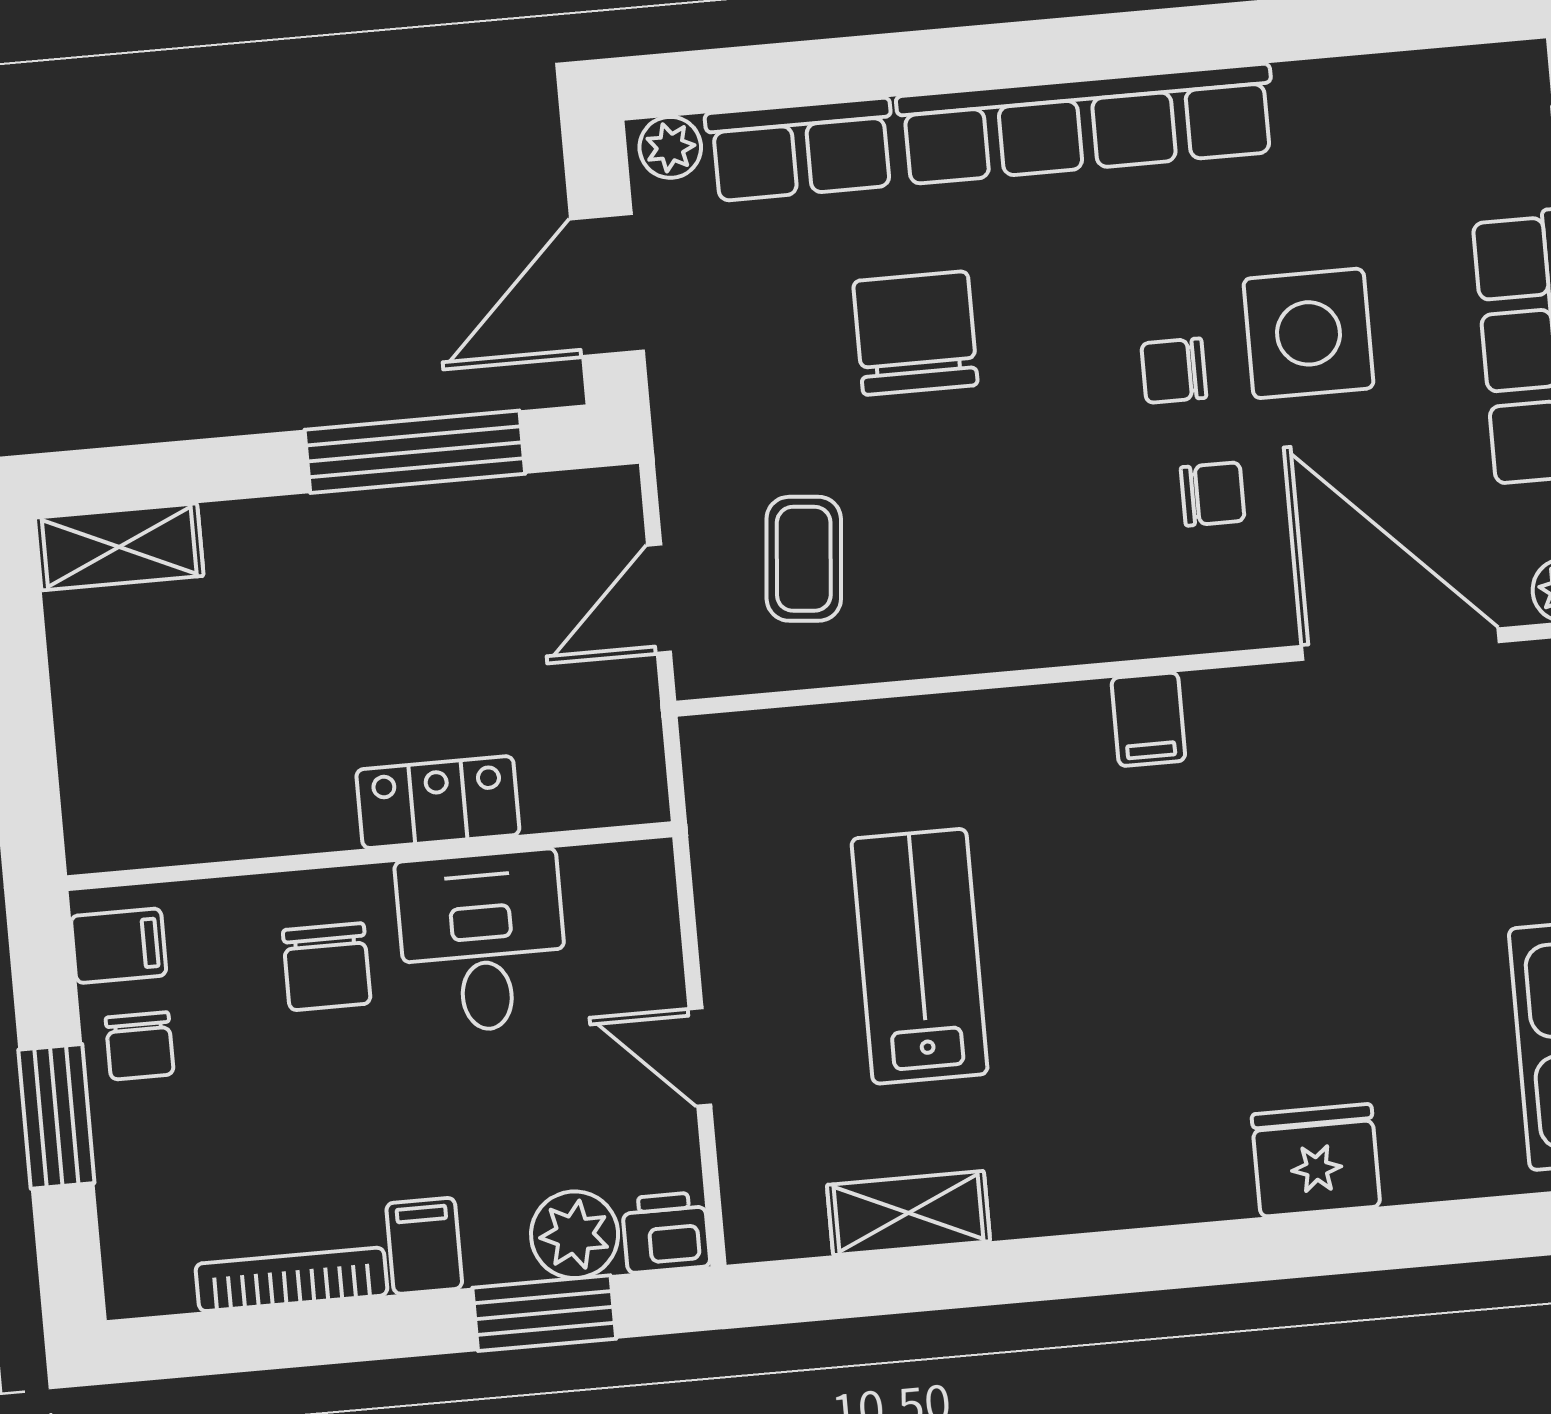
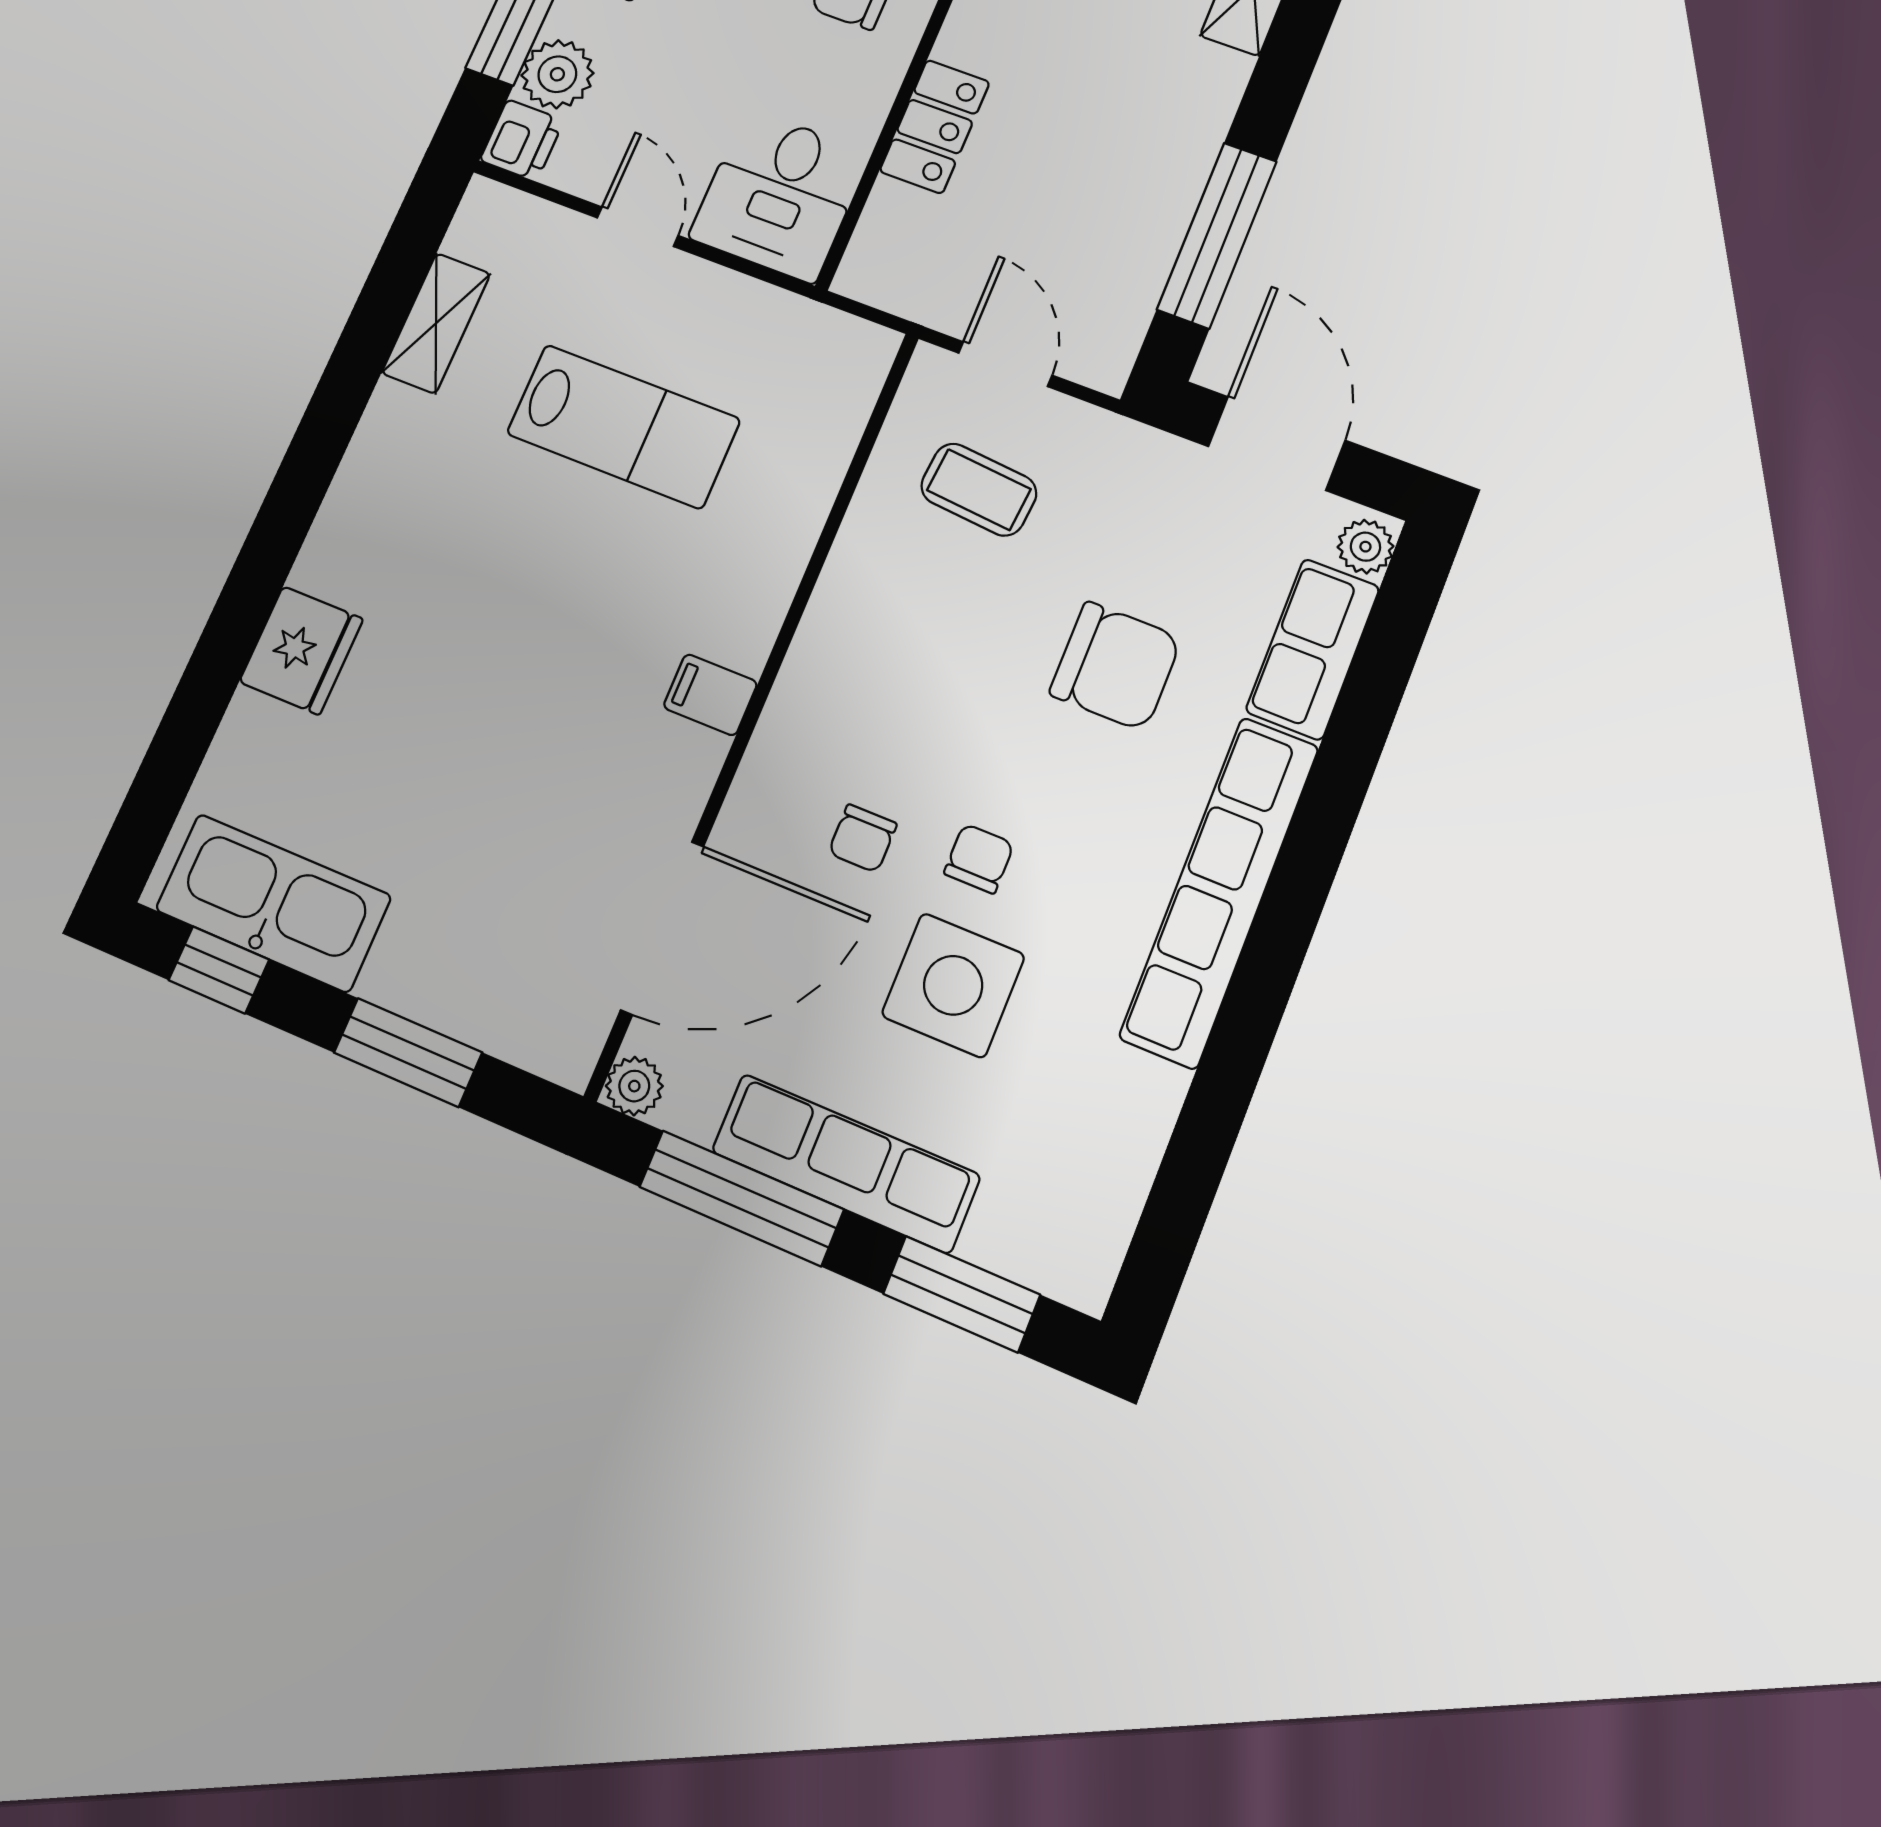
desk: (482, 942) -> (780, 195), moved, turned 90
door: (700, 1057) -> (638, 227), hinge flipped

